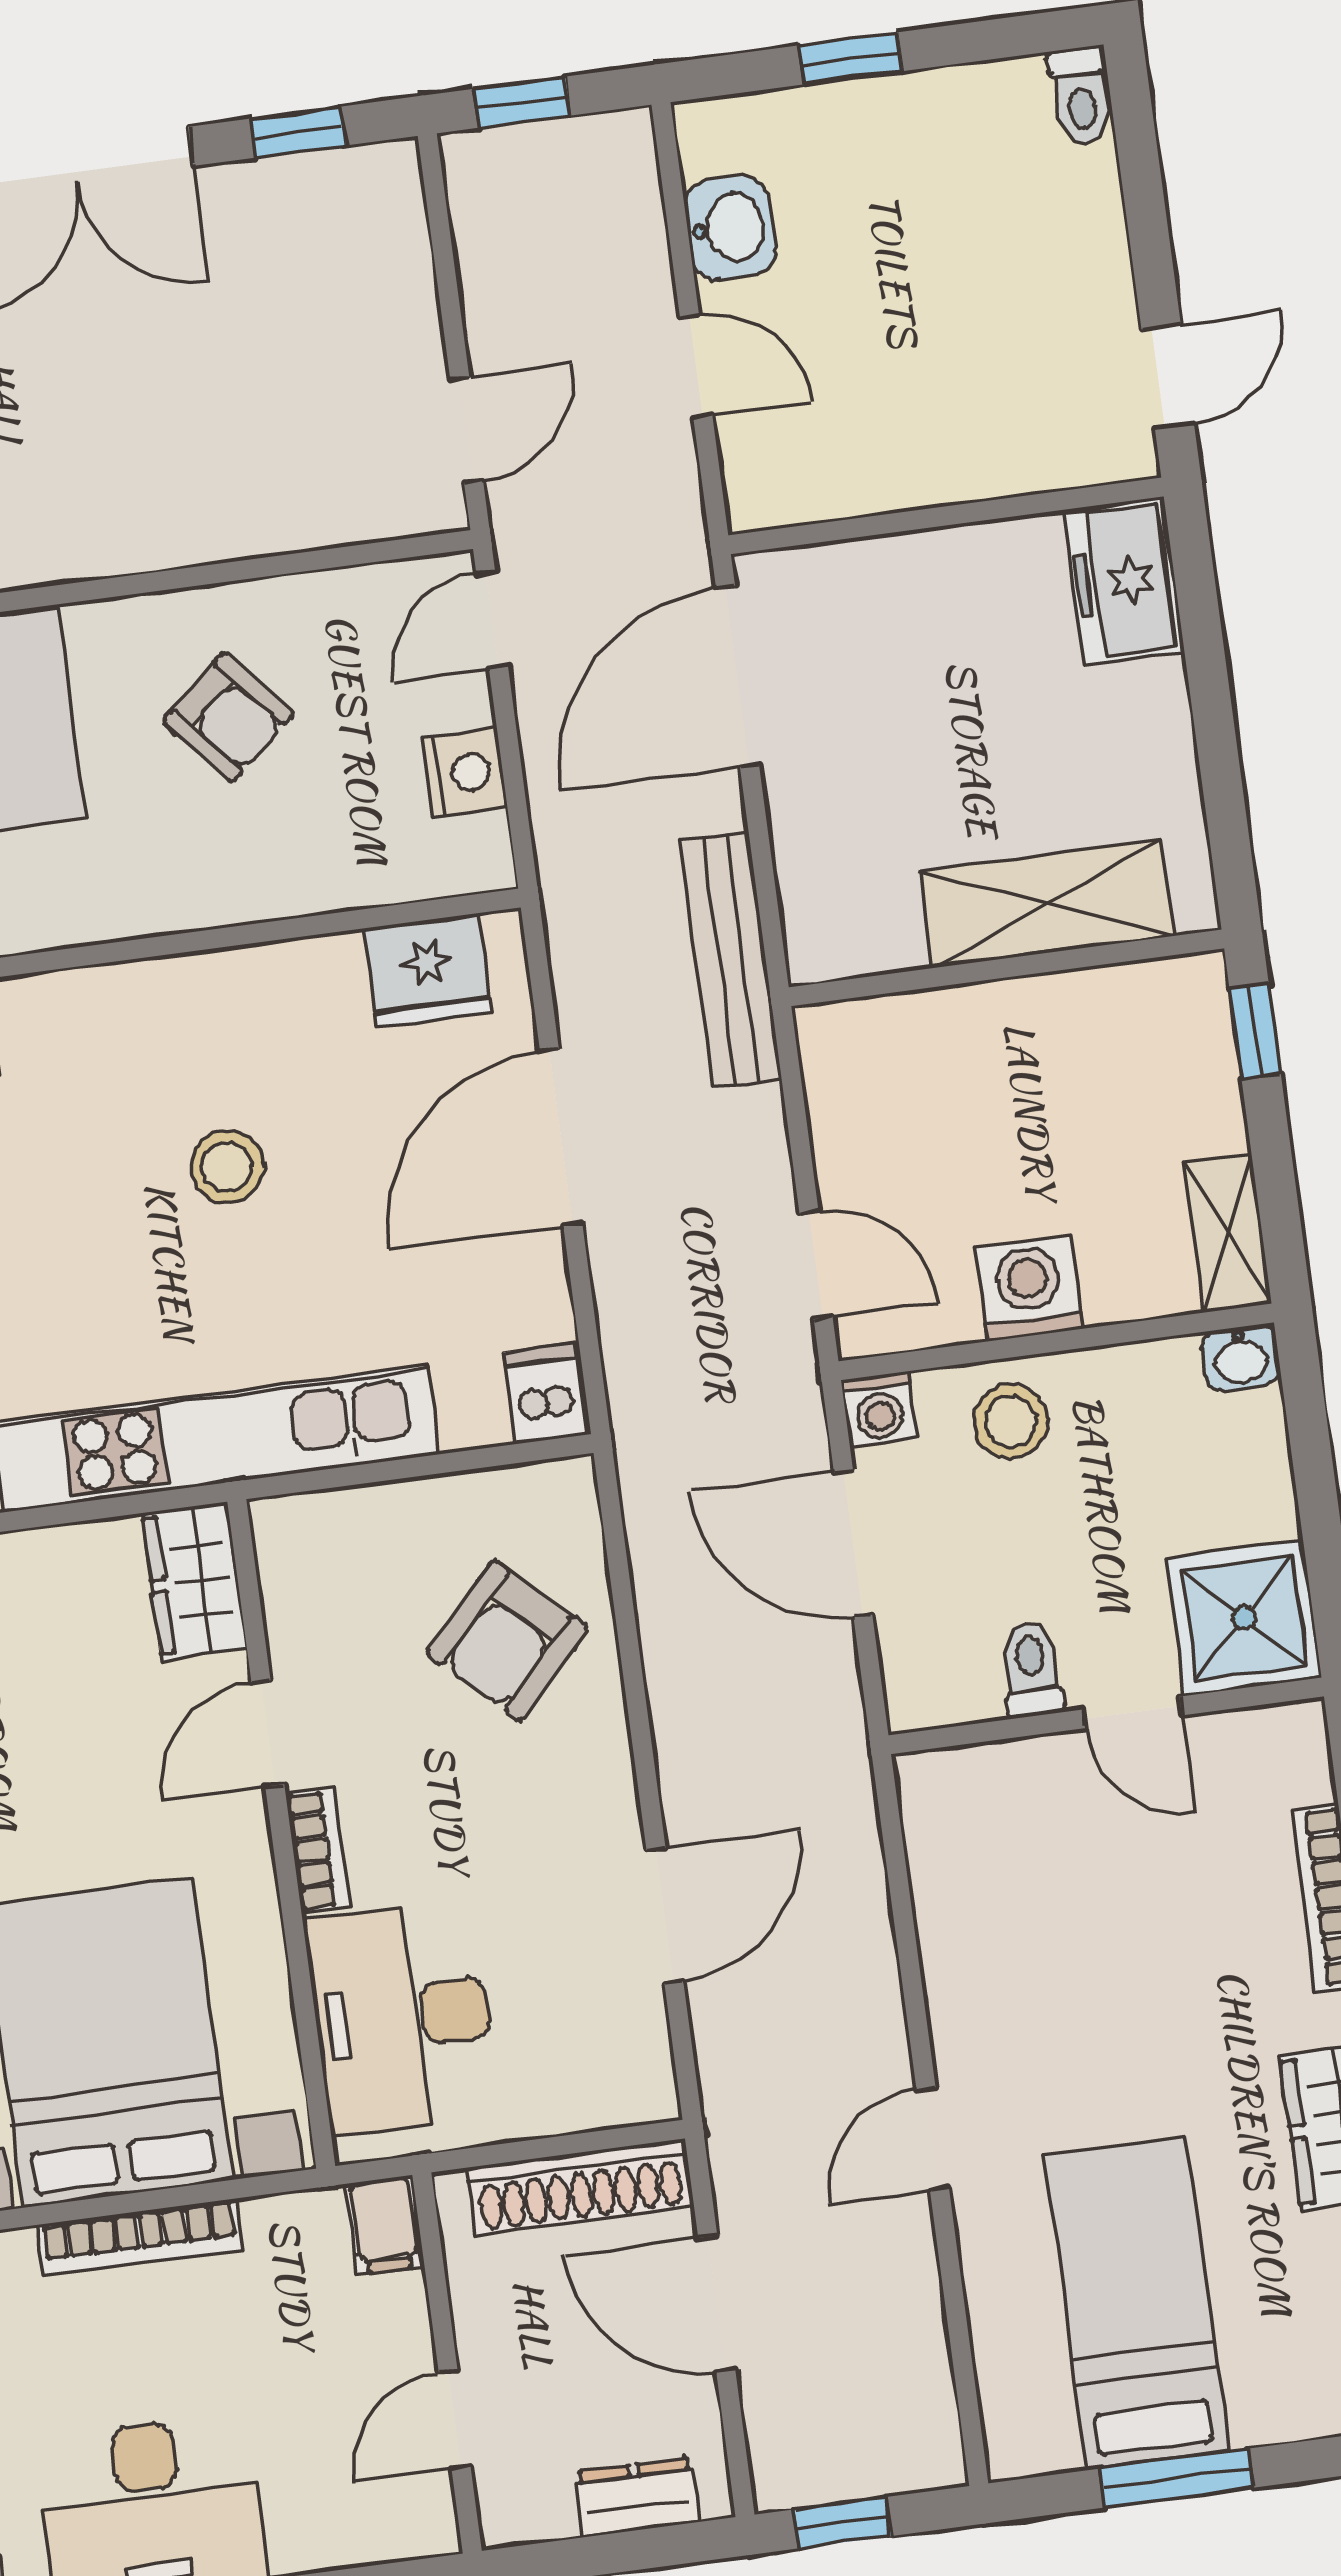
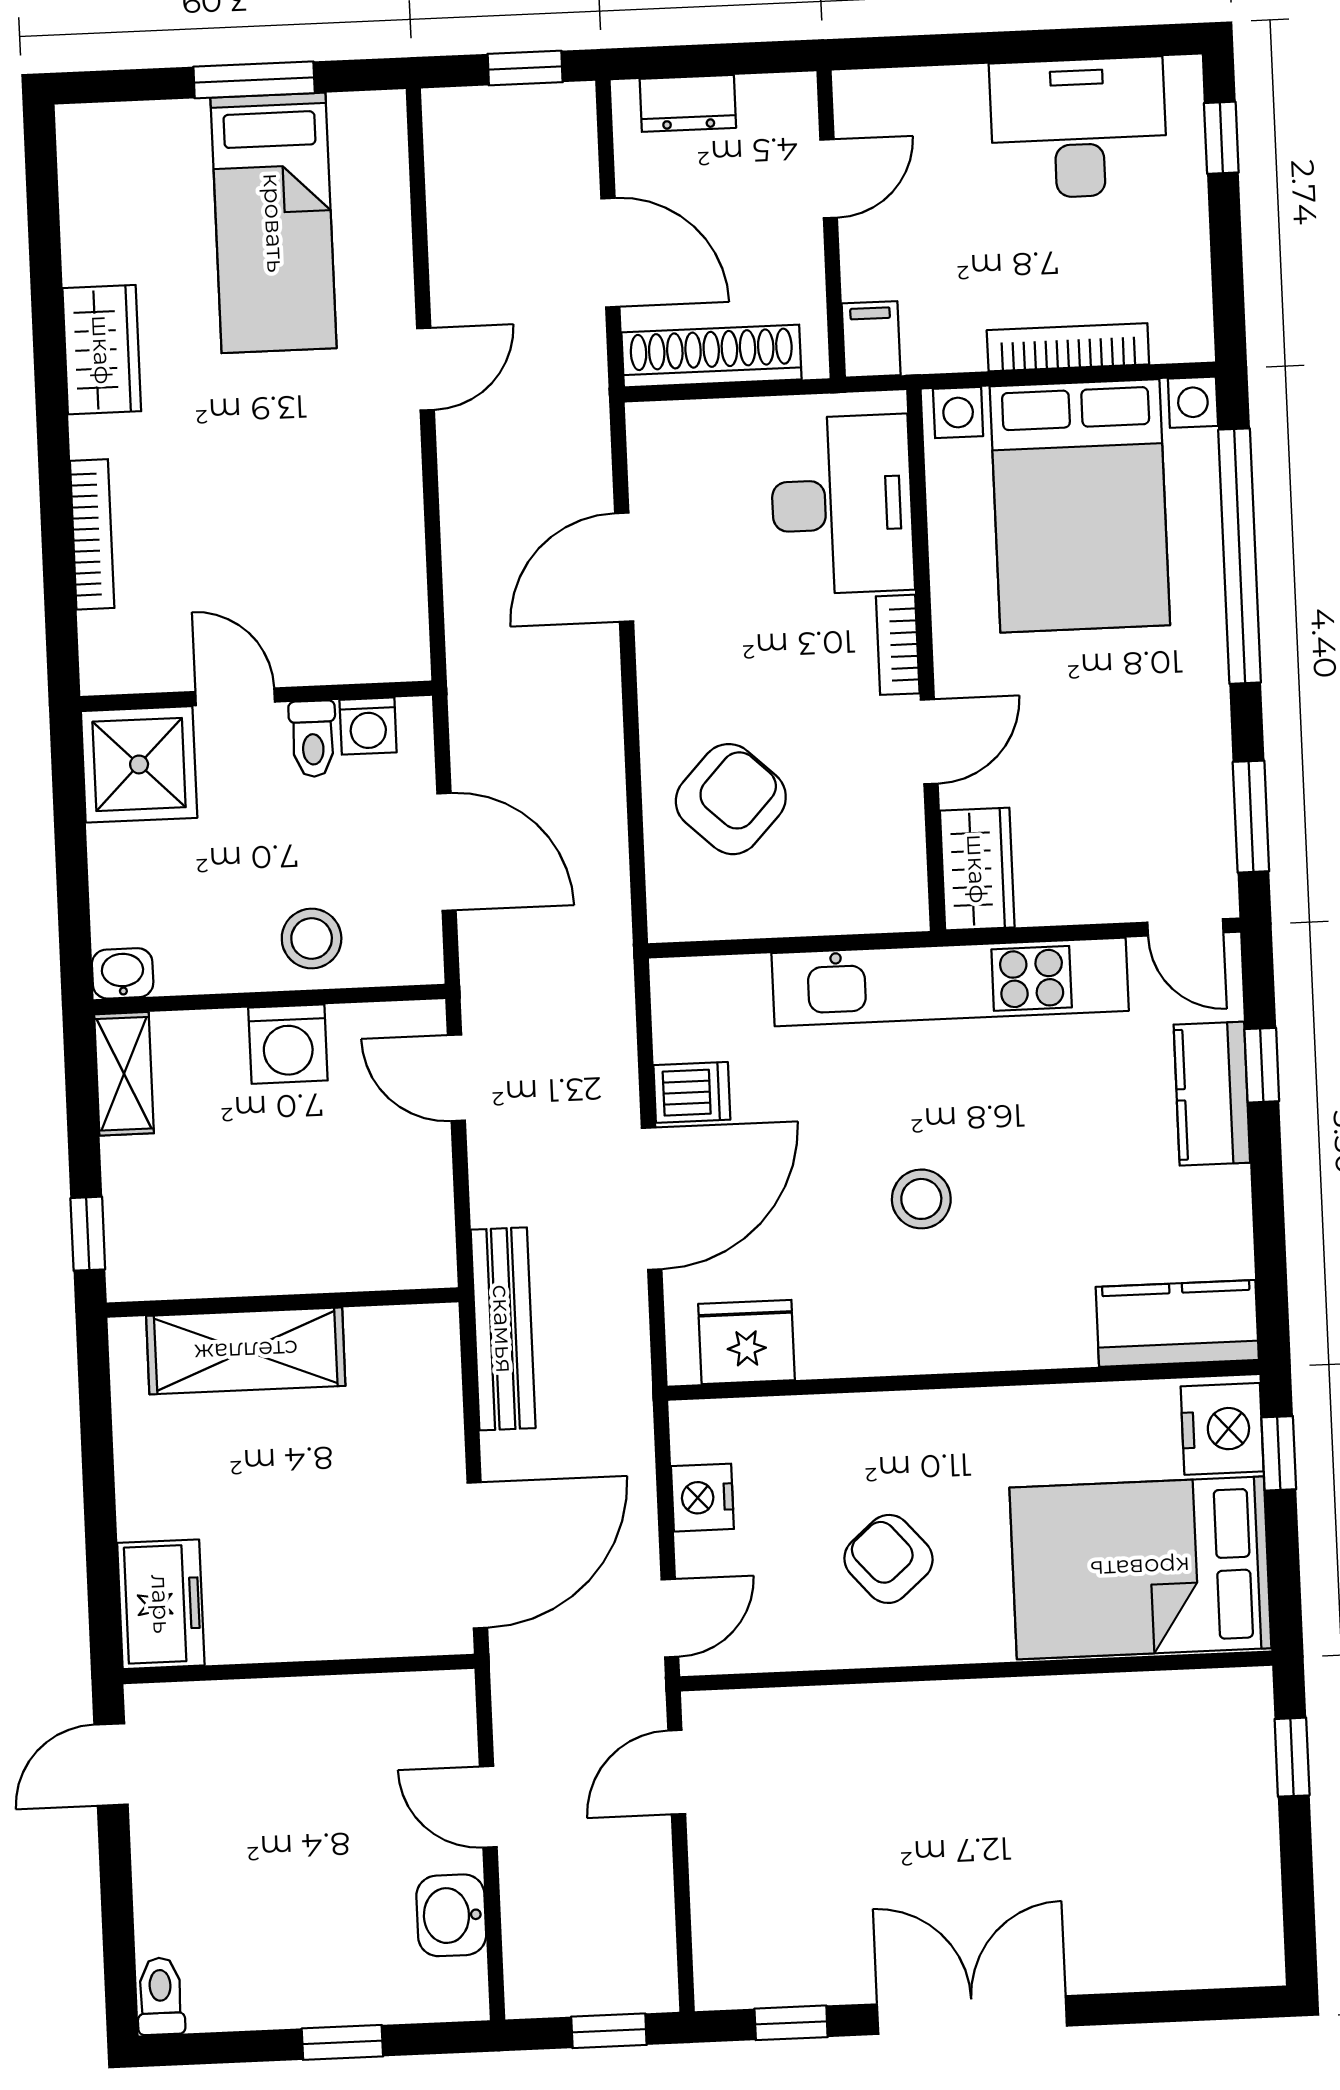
dishwasher: (545, 1393) -> (692, 1092), moved, turned -90
washing machine: (879, 1409) -> (368, 726), moved, turned 180

